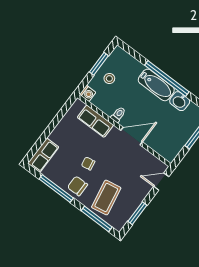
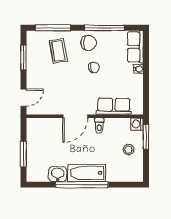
window: (99, 64) -> (146, 137), moved
water cooler: (54, 136) -> (138, 69), added
coffee table: (106, 197) -> (58, 51), width x0.73, depth x0.77

